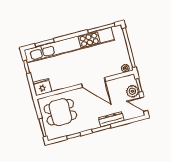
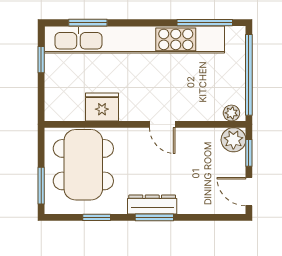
door: (93, 83) -> (162, 124), width x0.53
fridge: (42, 87) -> (102, 107), moved
plant: (132, 91) -> (233, 140), moved
dining table: (60, 112) -> (83, 165), width x1.38
dresser: (111, 119) -> (152, 205), moved

